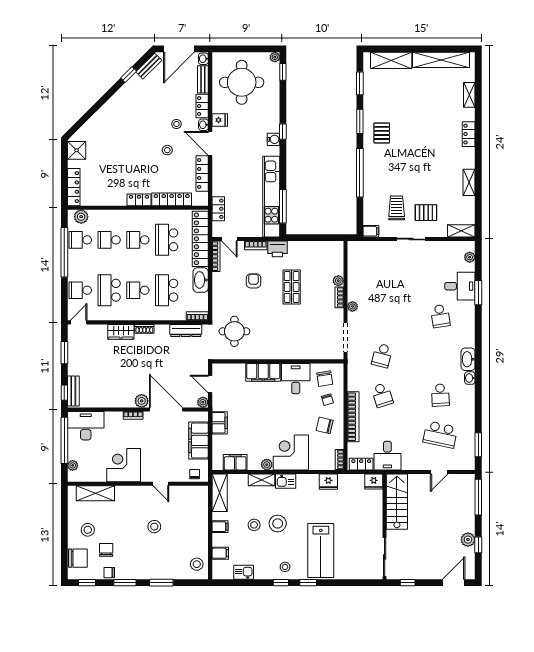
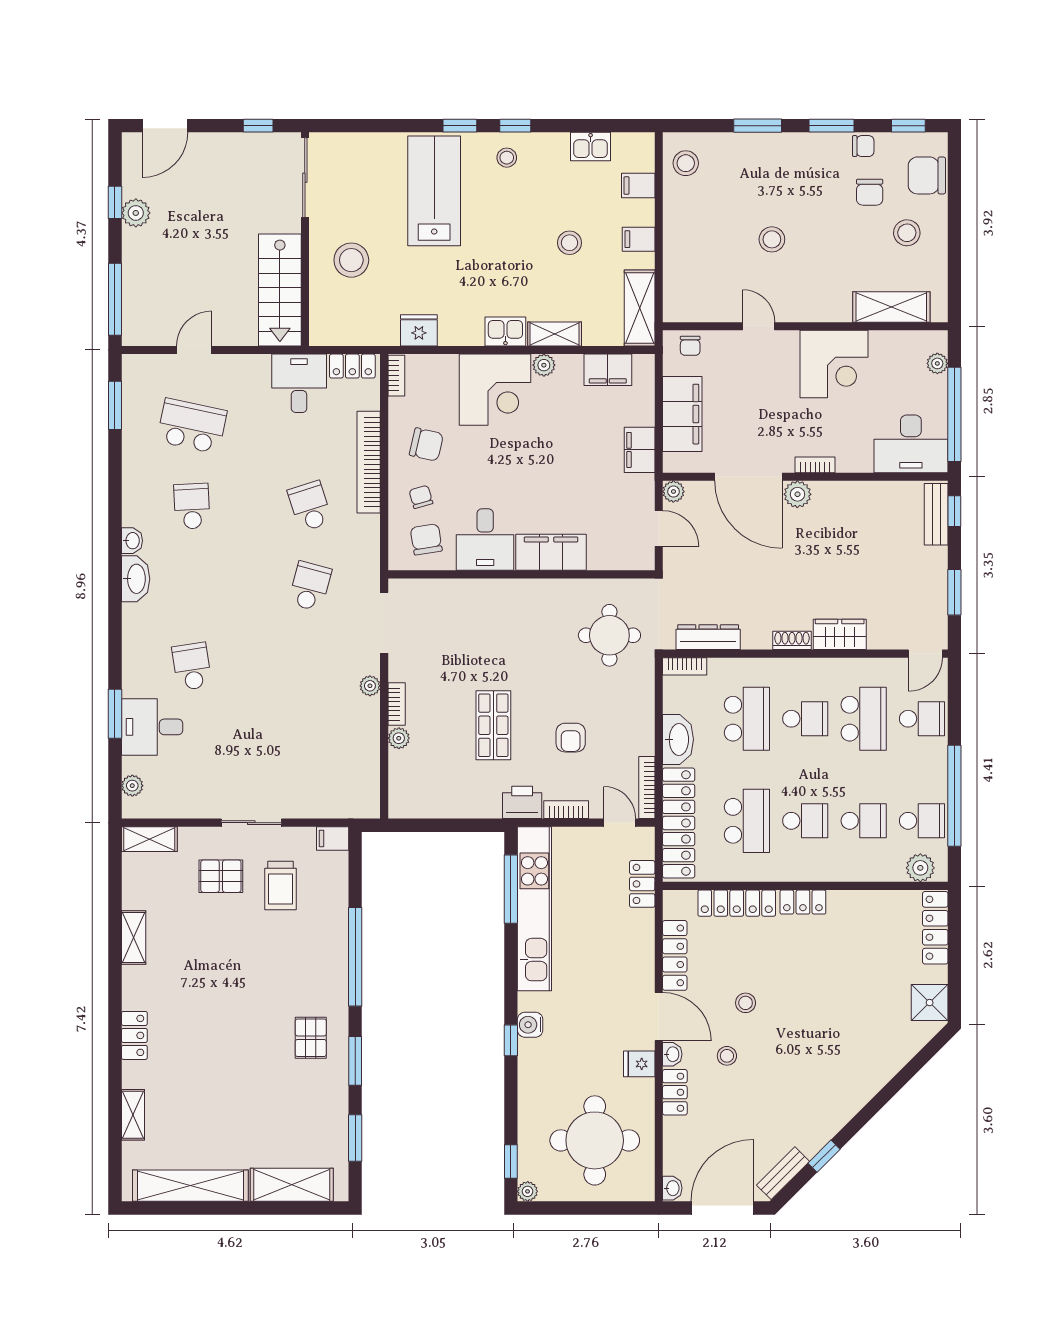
bench: (203, 79) -> (673, 1146), removed
fridge: (374, 482) -> (327, 331), removed
stool: (278, 523) -> (351, 260), moved

